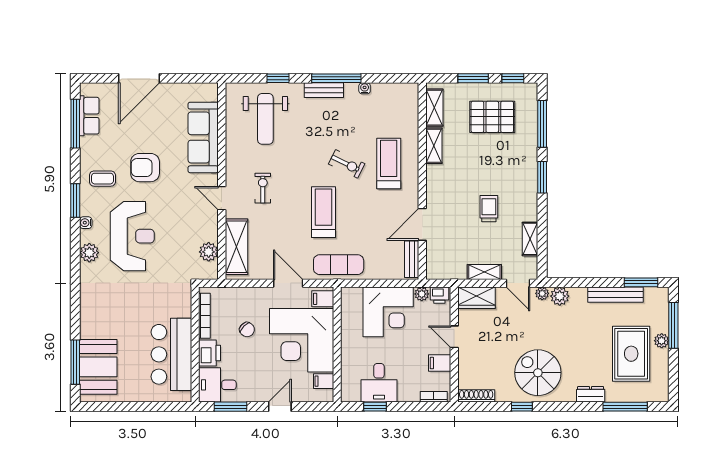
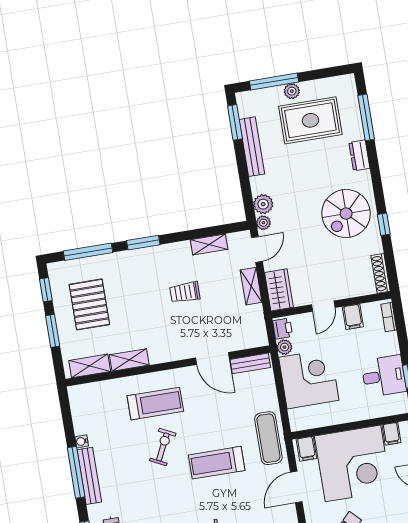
bench: (324, 90) -> (89, 476), width x1.36
treadmill: (389, 163) -> (155, 404), turned 180

